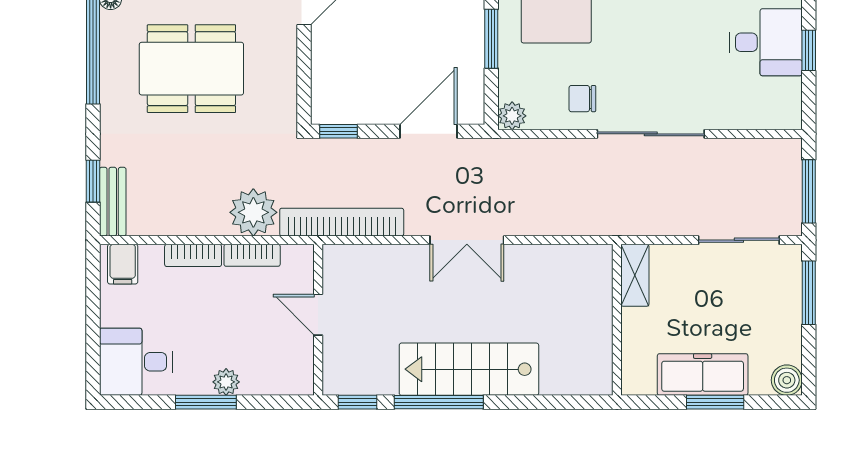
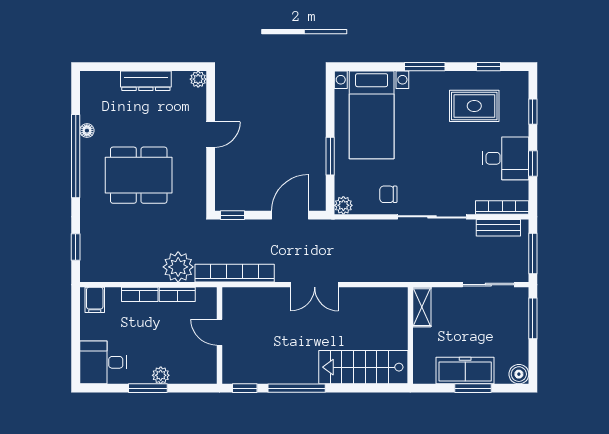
bookcase: (761, 119) -> (502, 207), added
bench: (113, 202) -> (498, 228), moved, turned 90
stairs: (469, 369) -> (363, 367), moved

